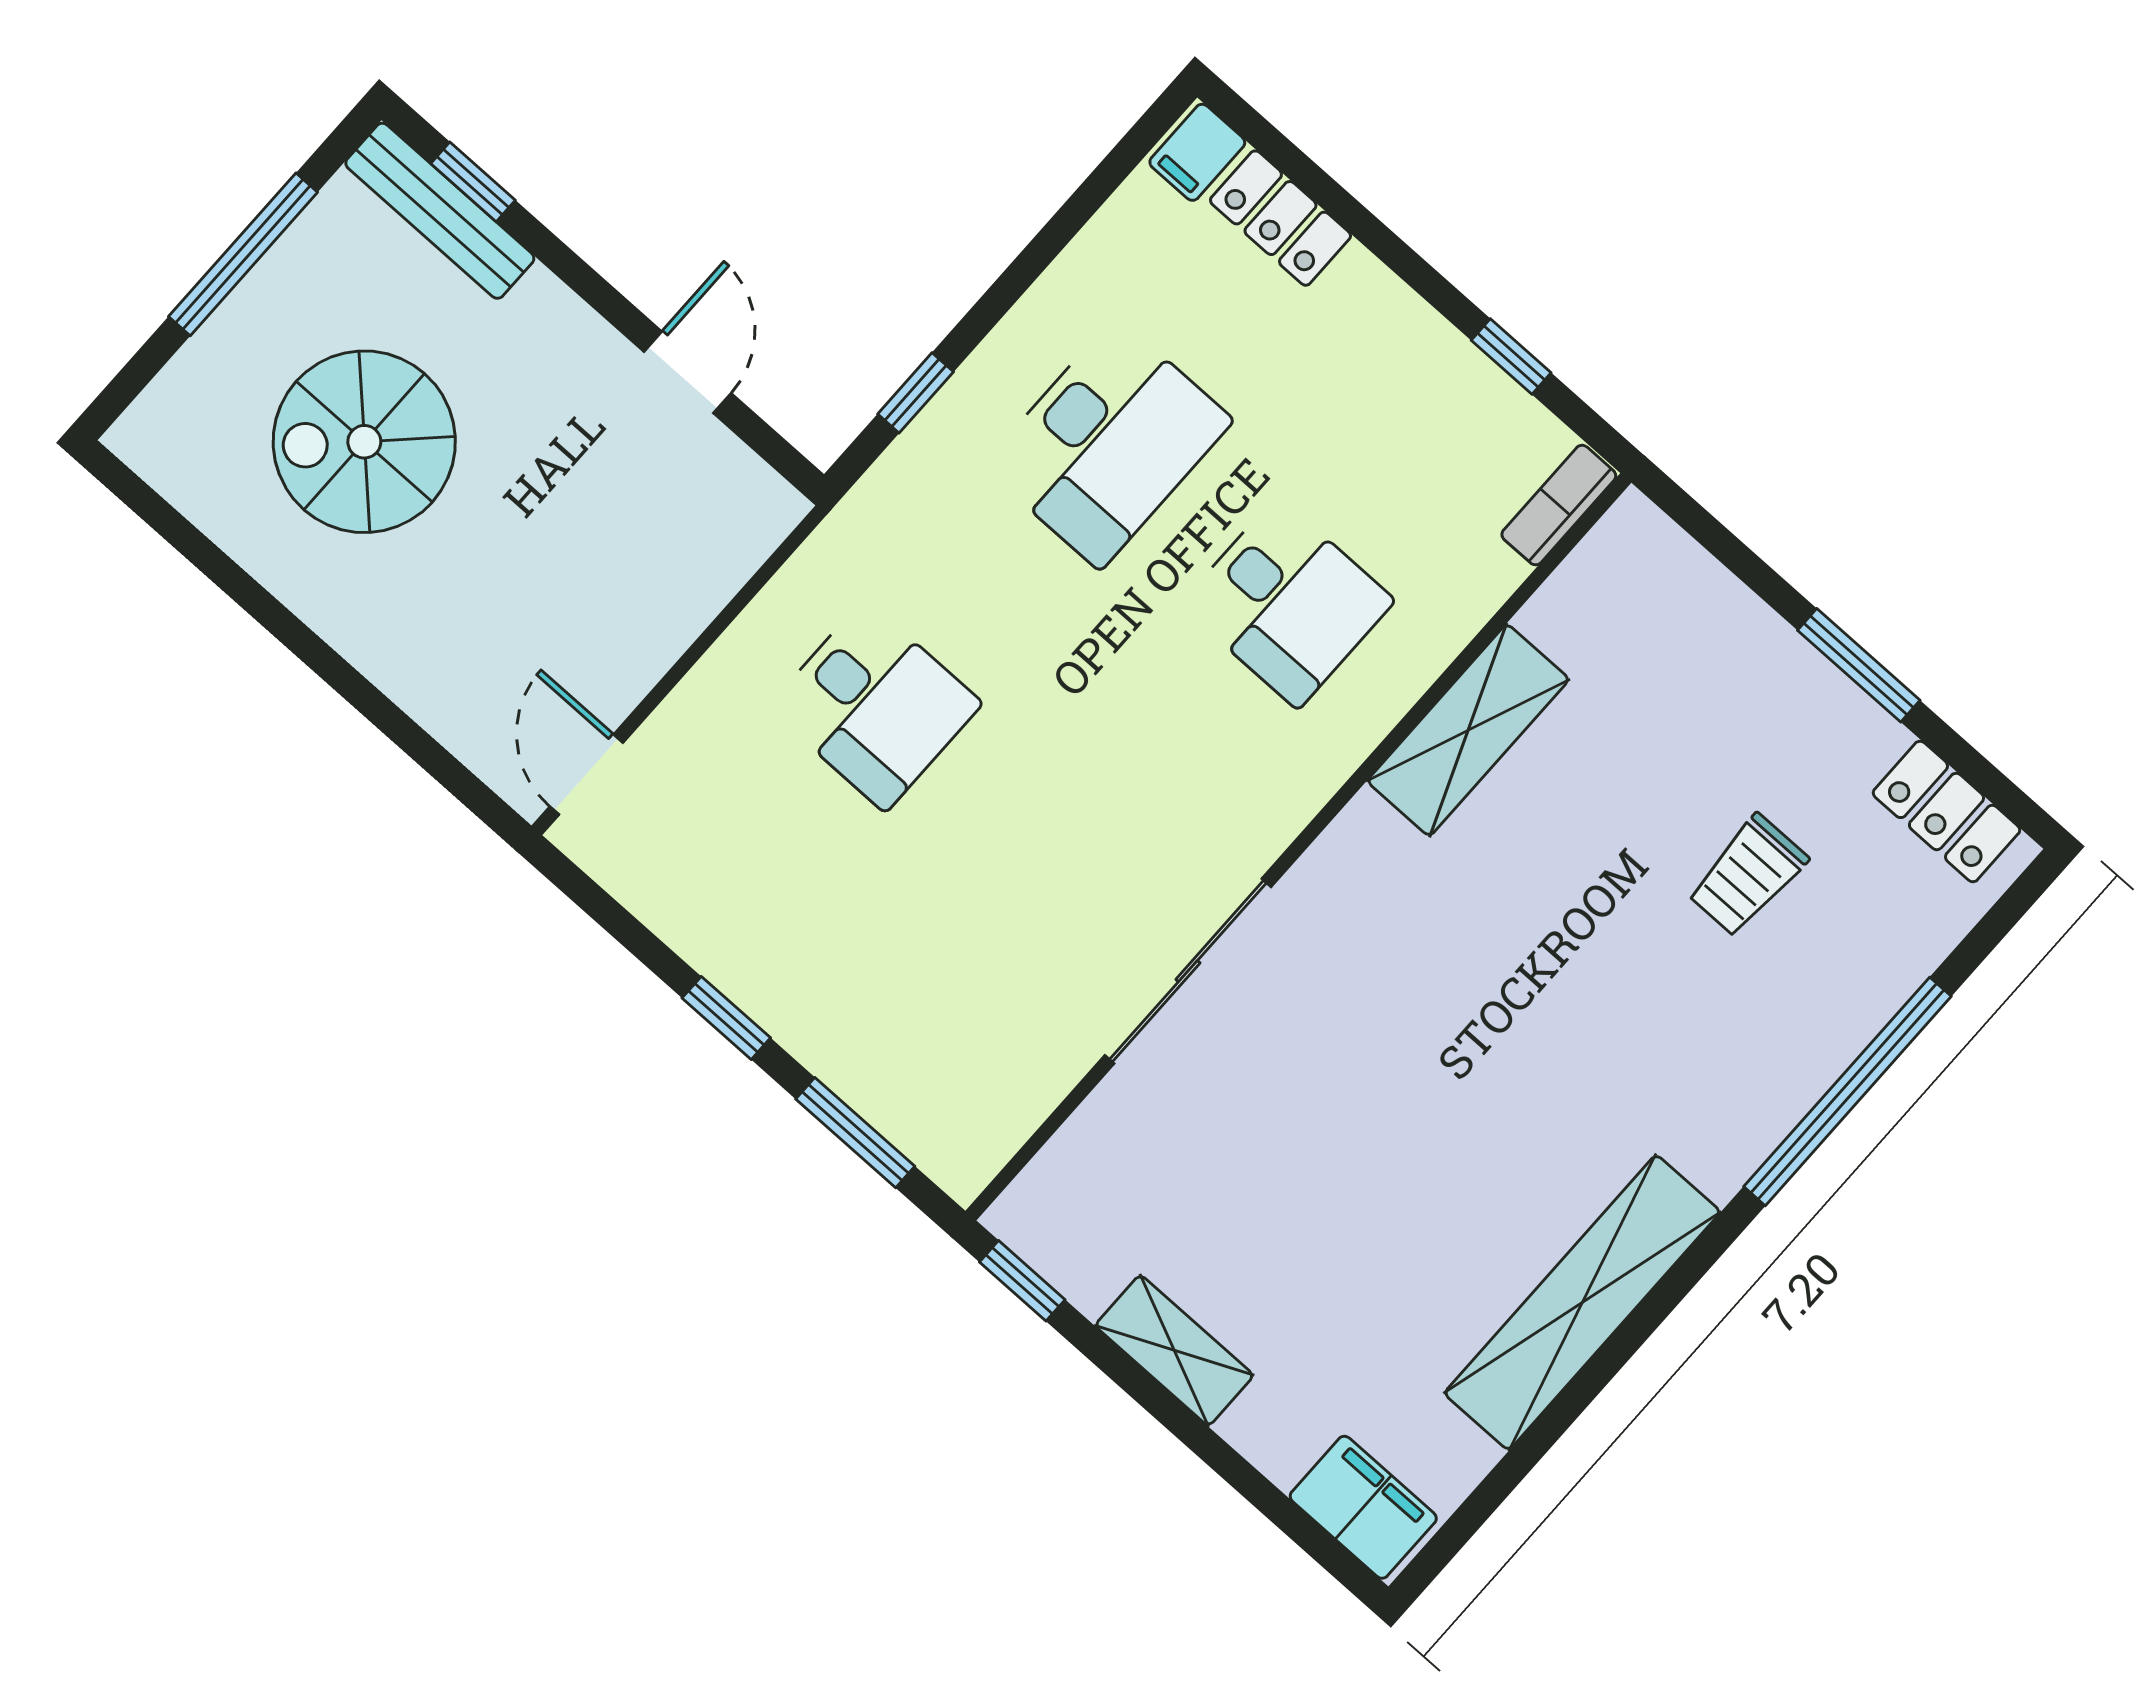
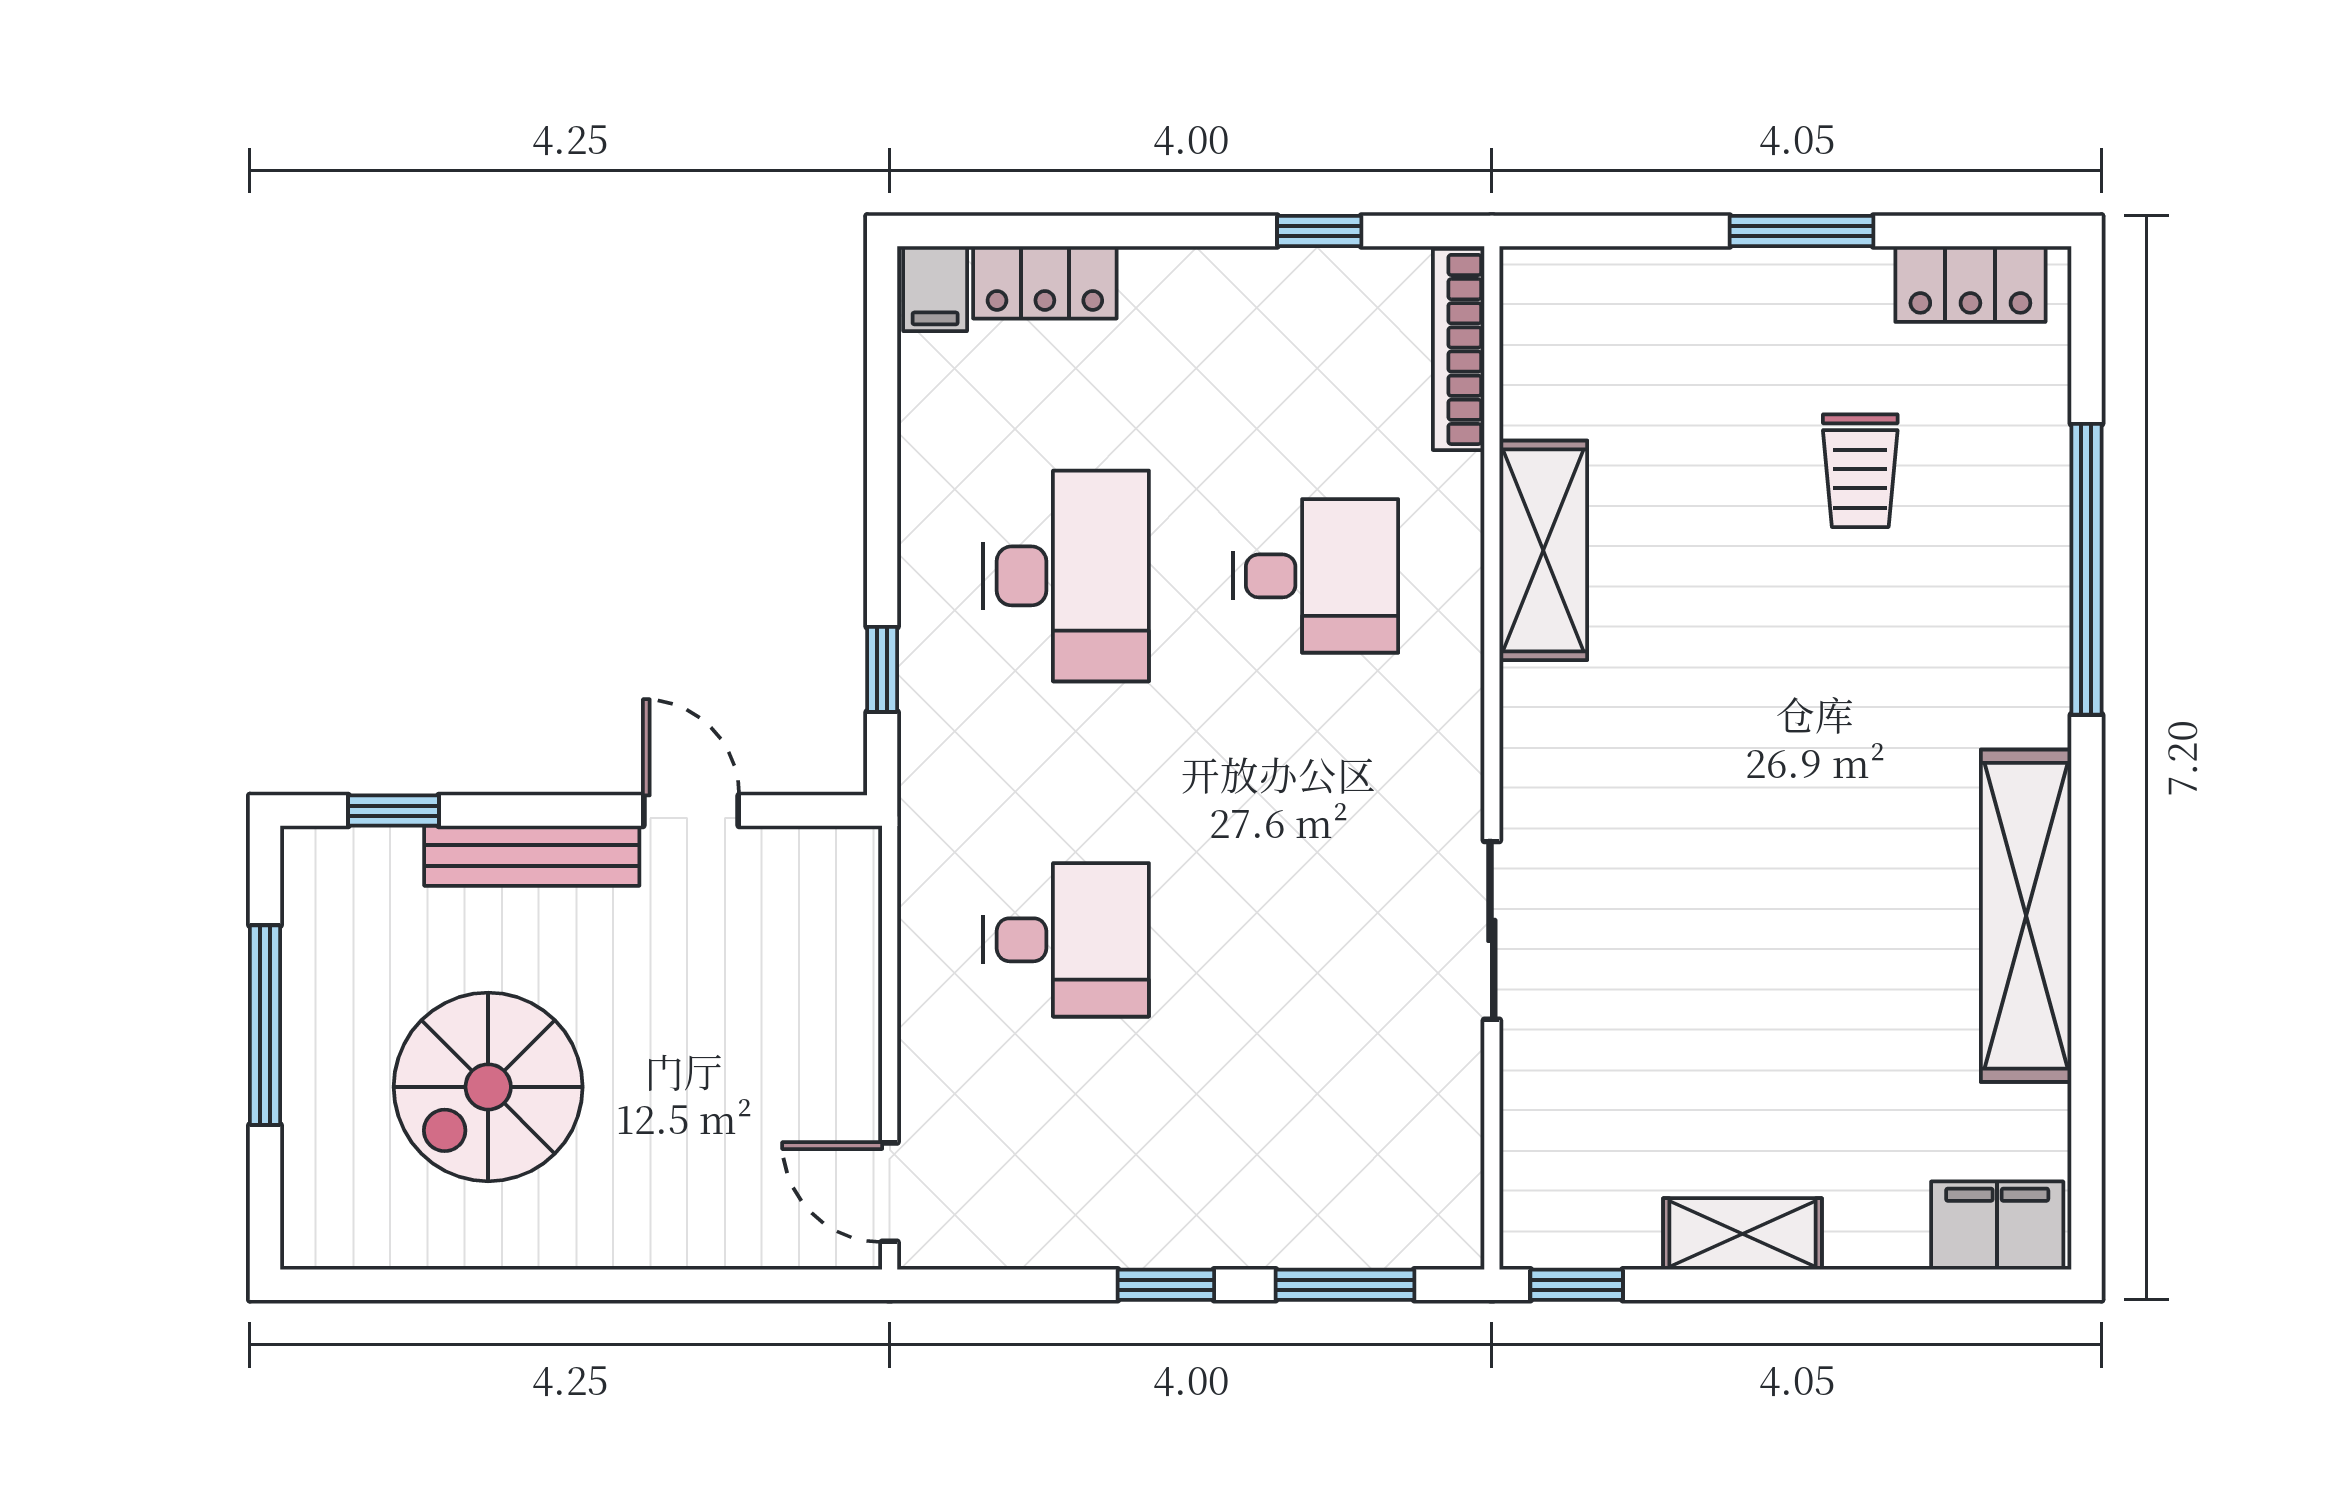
bench: (440, 211) -> (532, 856), moved
bookcase: (1559, 505) -> (1459, 349), width x1.56
sliding door: (1188, 971) -> (1492, 930), width x0.73

